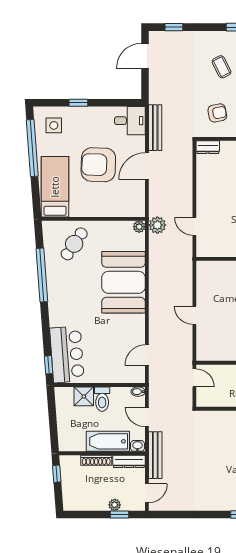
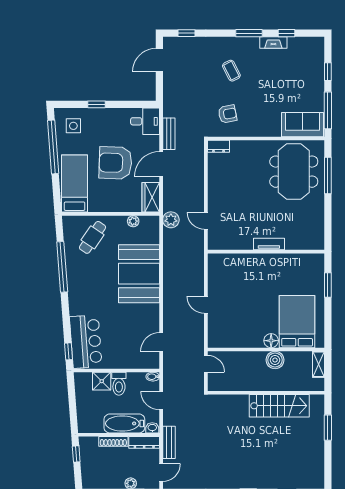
bench: (155, 128) -> (169, 134), width x0.73
wardrobe: (136, 201) -> (151, 197), added
plant: (139, 227) -> (133, 221), moved
bench: (155, 455) -> (169, 442), width x0.73

